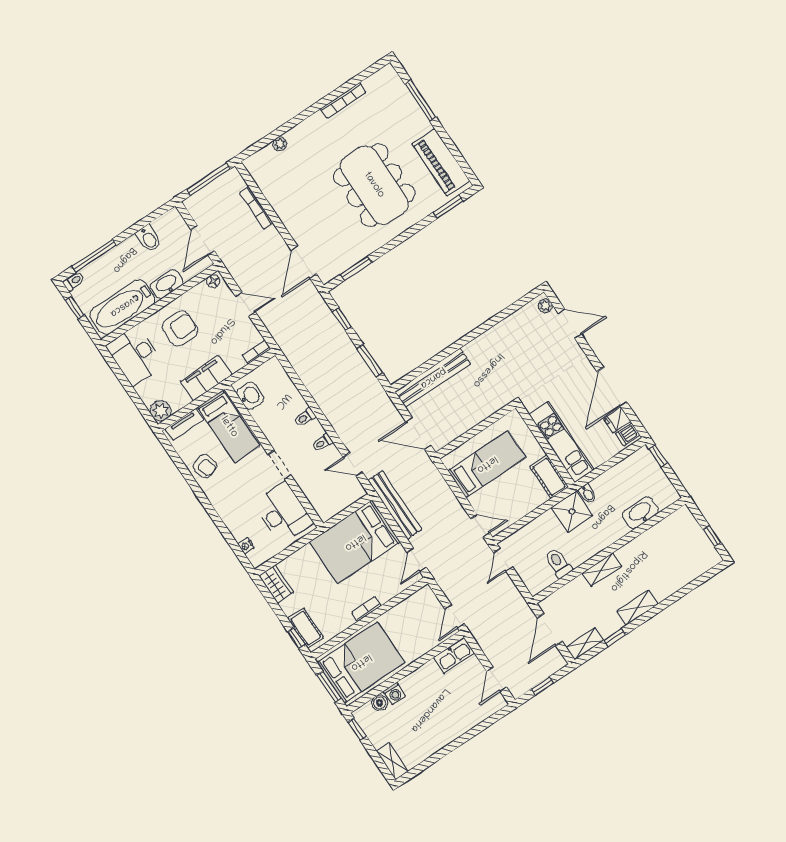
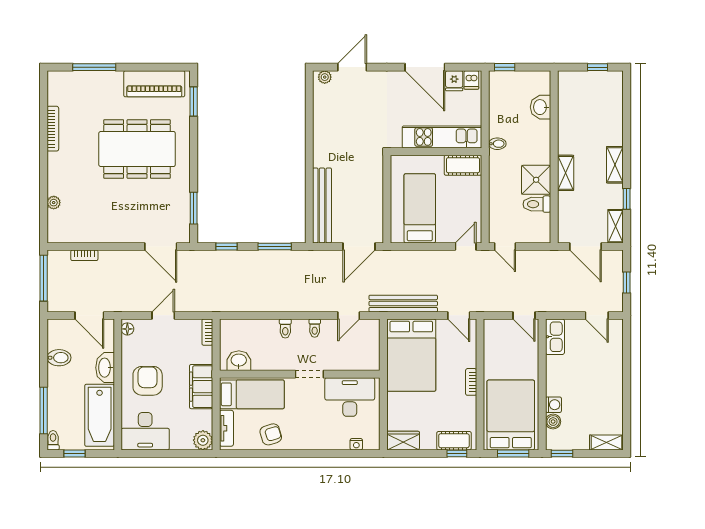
bookcase: (256, 208) -> (84, 255), width x0.64
shower: (572, 511) -> (536, 180), moved
washbasin: (640, 513) -> (541, 107), width x0.72

